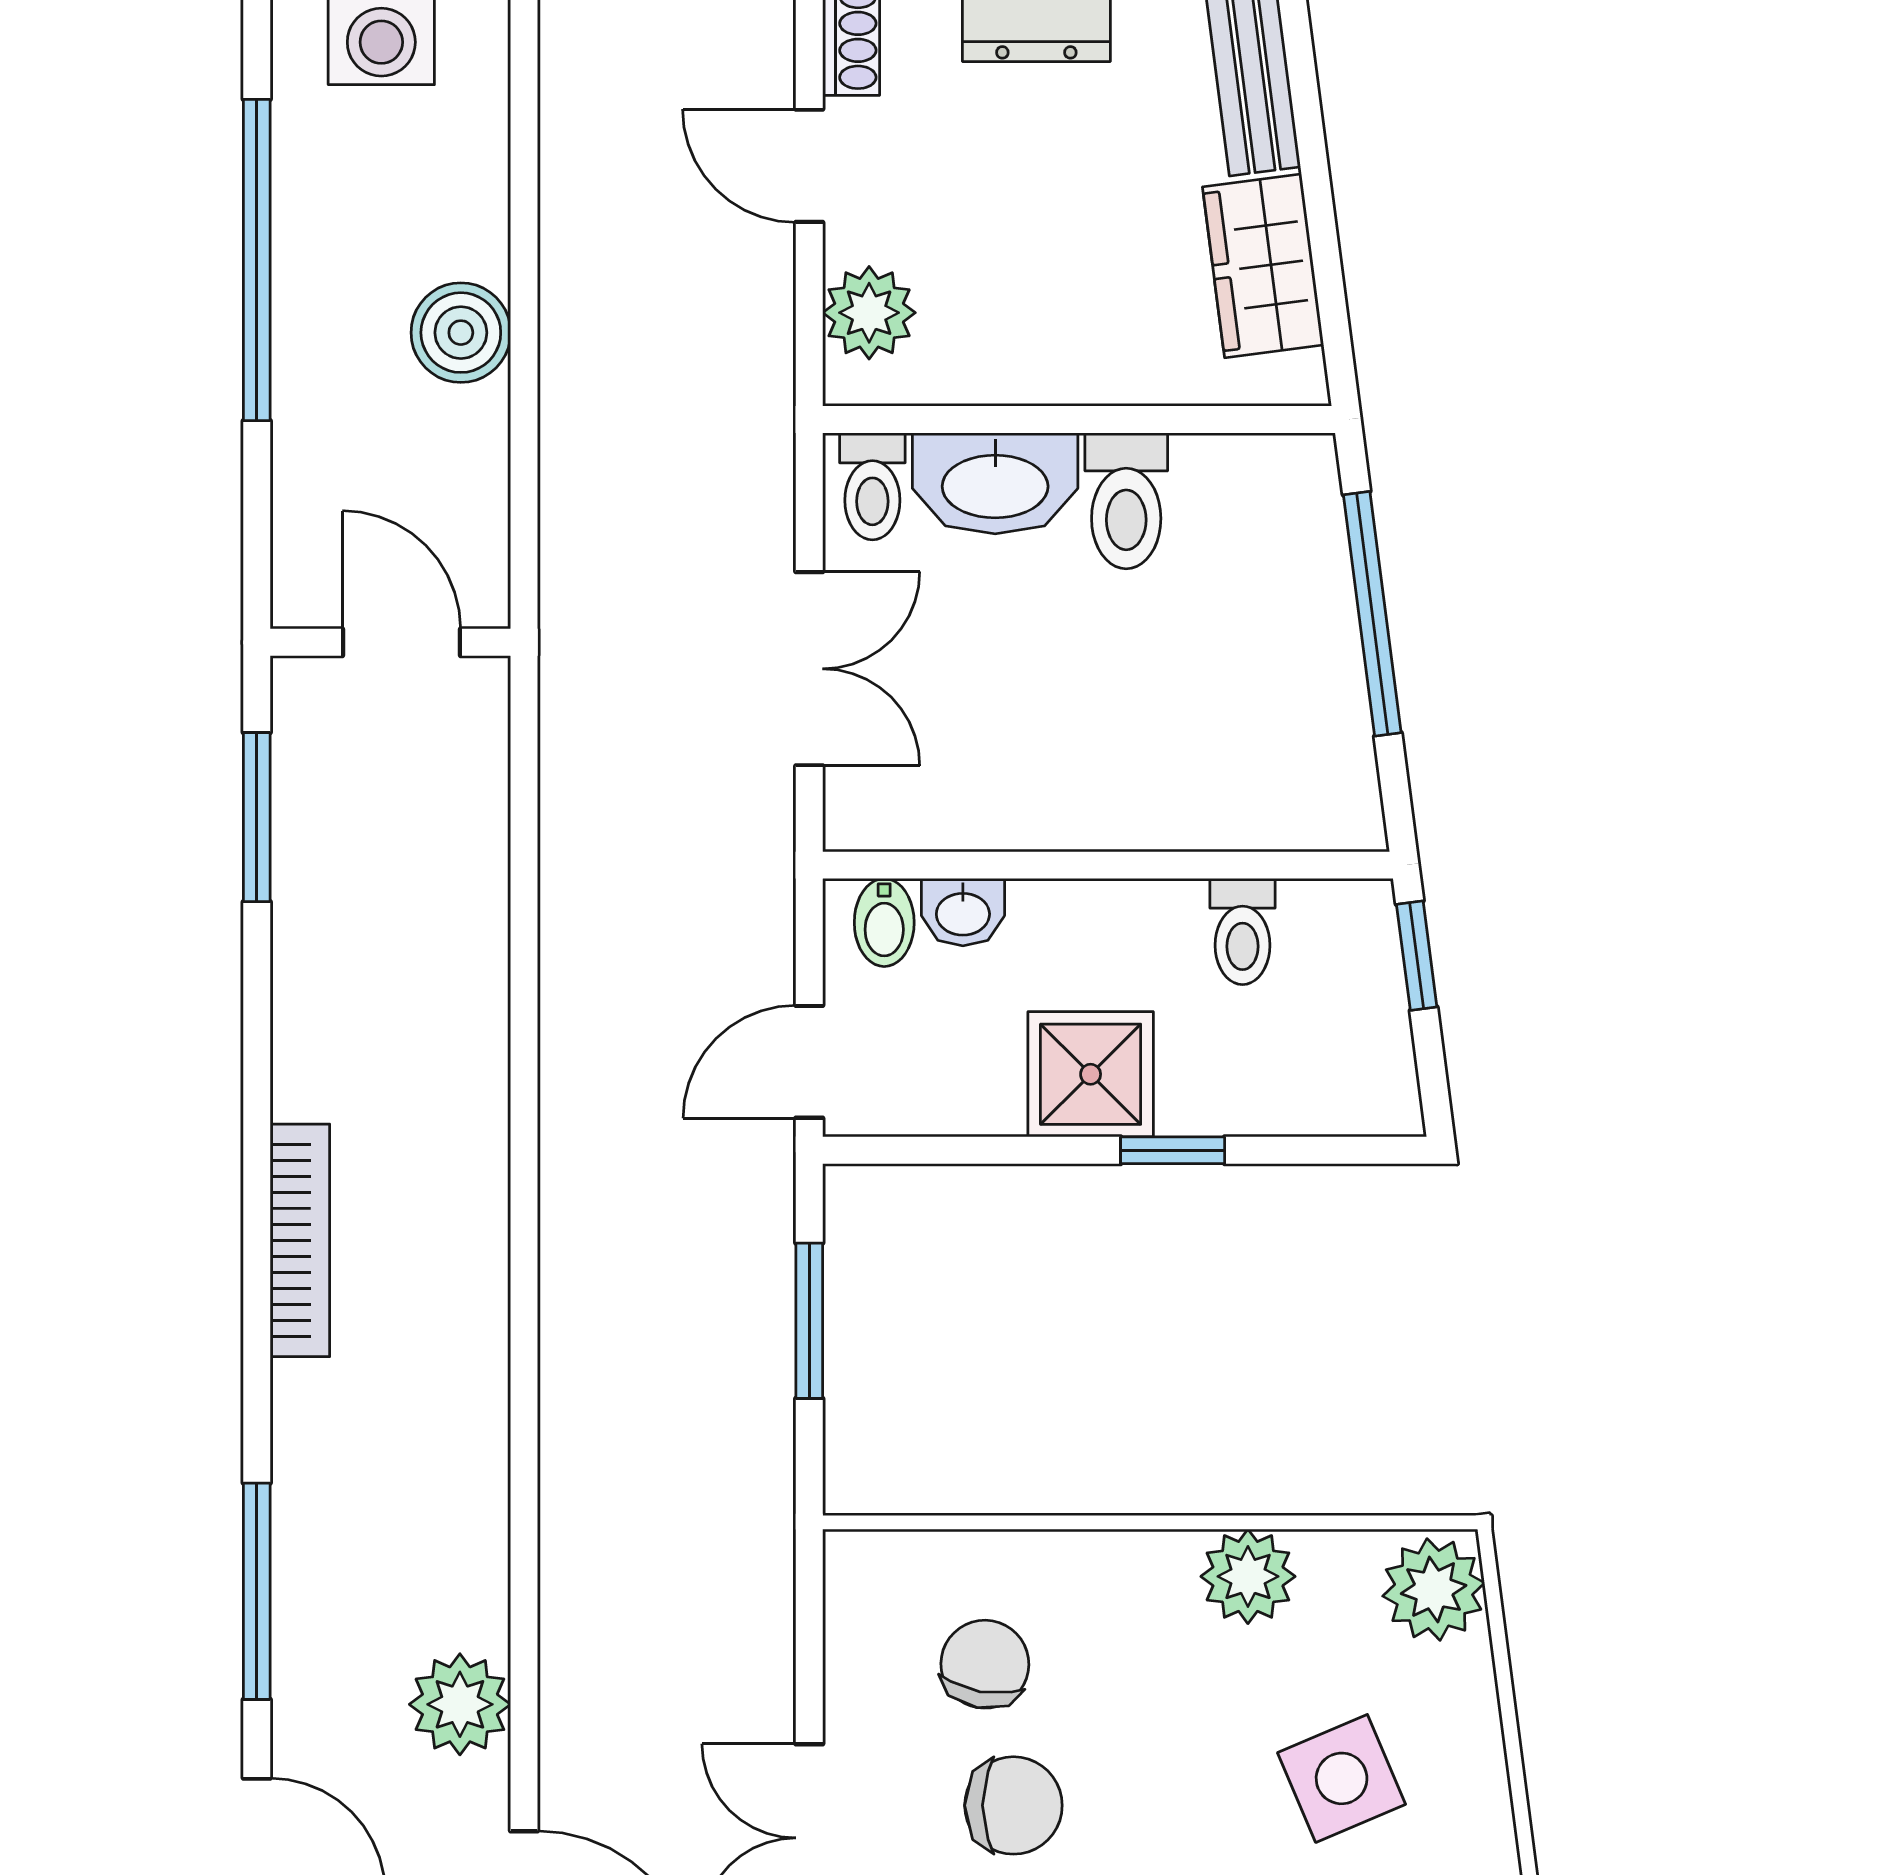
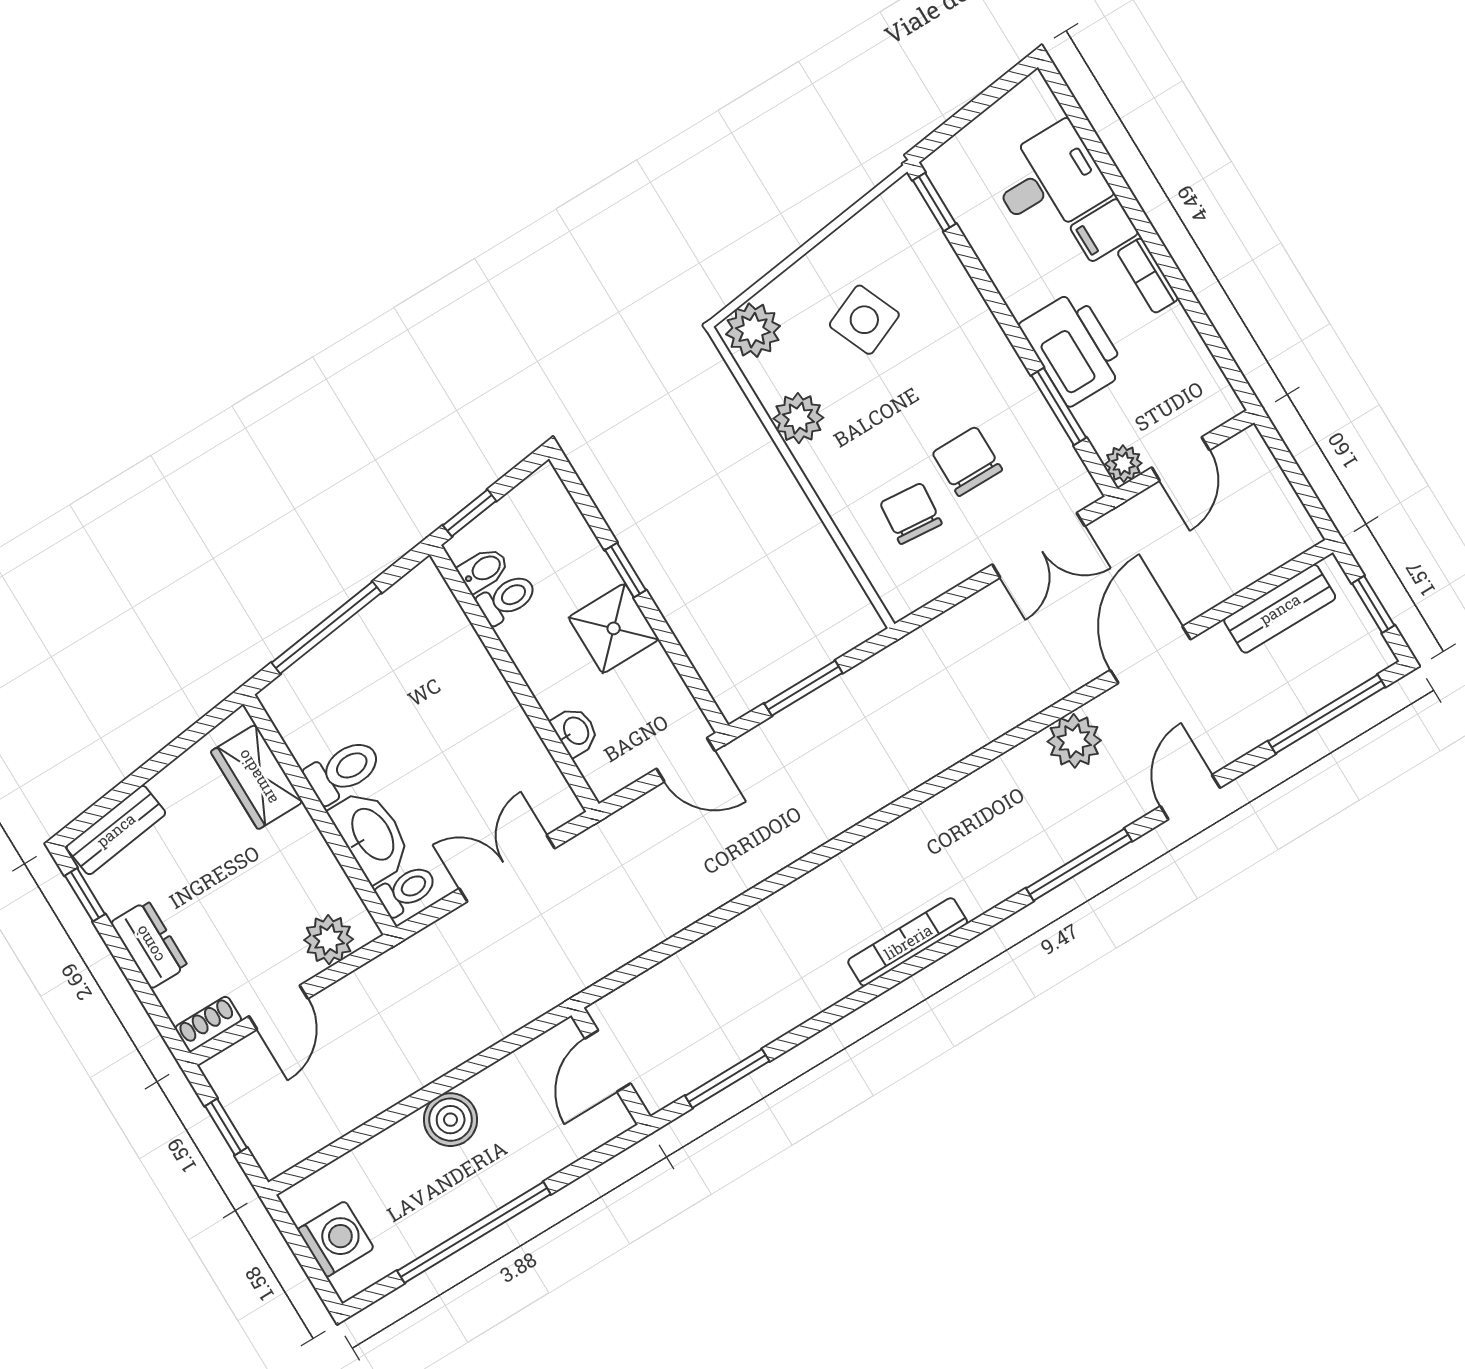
wardrobe: (1263, 266) -> (257, 777), moved, turned 97
bidet: (884, 923) -> (483, 570), moved
chair: (985, 1664) -> (911, 513), turned 85

